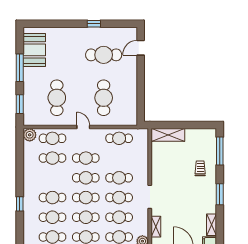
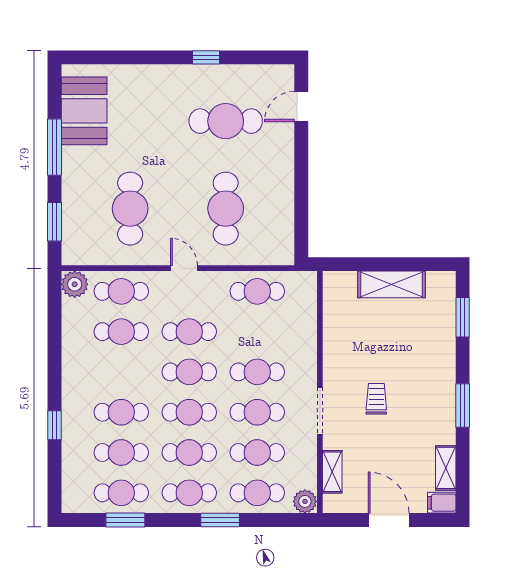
shelving: (168, 135) -> (392, 284), moved
window: (220, 151) -> (463, 317), width x0.69
trolley: (200, 168) -> (376, 399), moved

